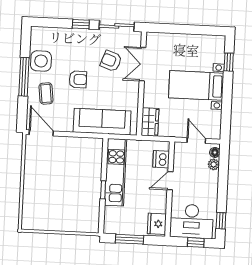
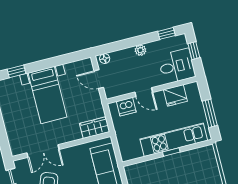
door: (196, 140) -> (99, 79), hinge flipped
plant: (214, 164) -> (140, 50), moved
kitchen unit: (116, 172) -> (174, 140), moved
desk: (191, 221) -> (177, 66), width x0.73
fridge: (157, 224) -> (175, 95), moved

